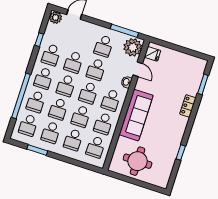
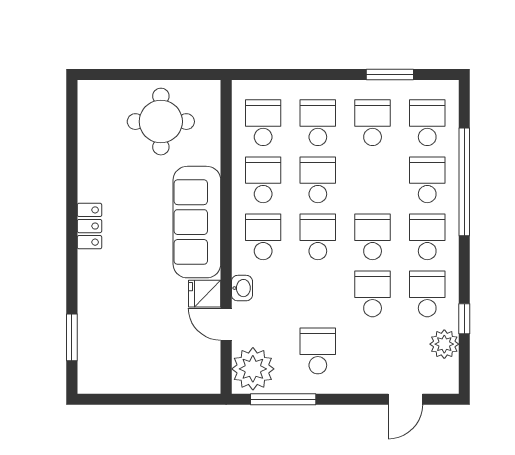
plant: (56, 17) -> (444, 344), moved
fridge: (152, 54) -> (205, 294), moved
school desk: (96, 69) -> (318, 294), removed
locker: (188, 106) -> (89, 226), moved
school desk: (58, 109) -> (373, 180), removed
window: (181, 152) -> (72, 172), removed

